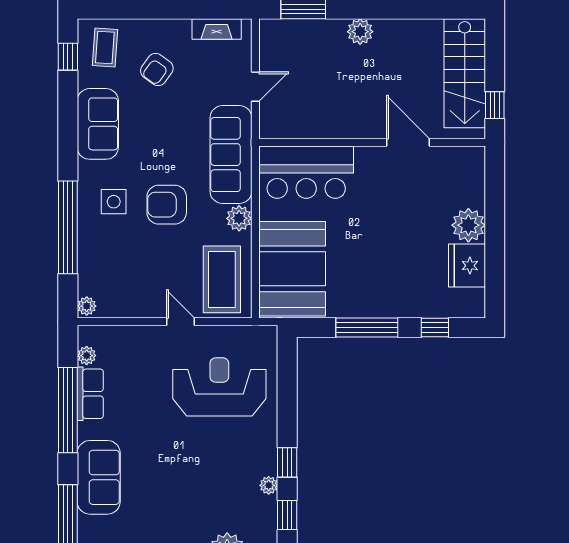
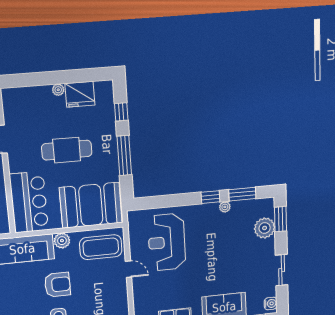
armchair: (167, 205) -> (57, 285), turned -90
plant: (468, 225) -> (58, 90), width x0.53, depth x0.53
cafe table: (383, 238) -> (67, 150), added
door: (181, 322) -> (128, 269), swing flipped
window: (287, 515) -> (242, 194), width x1.50

